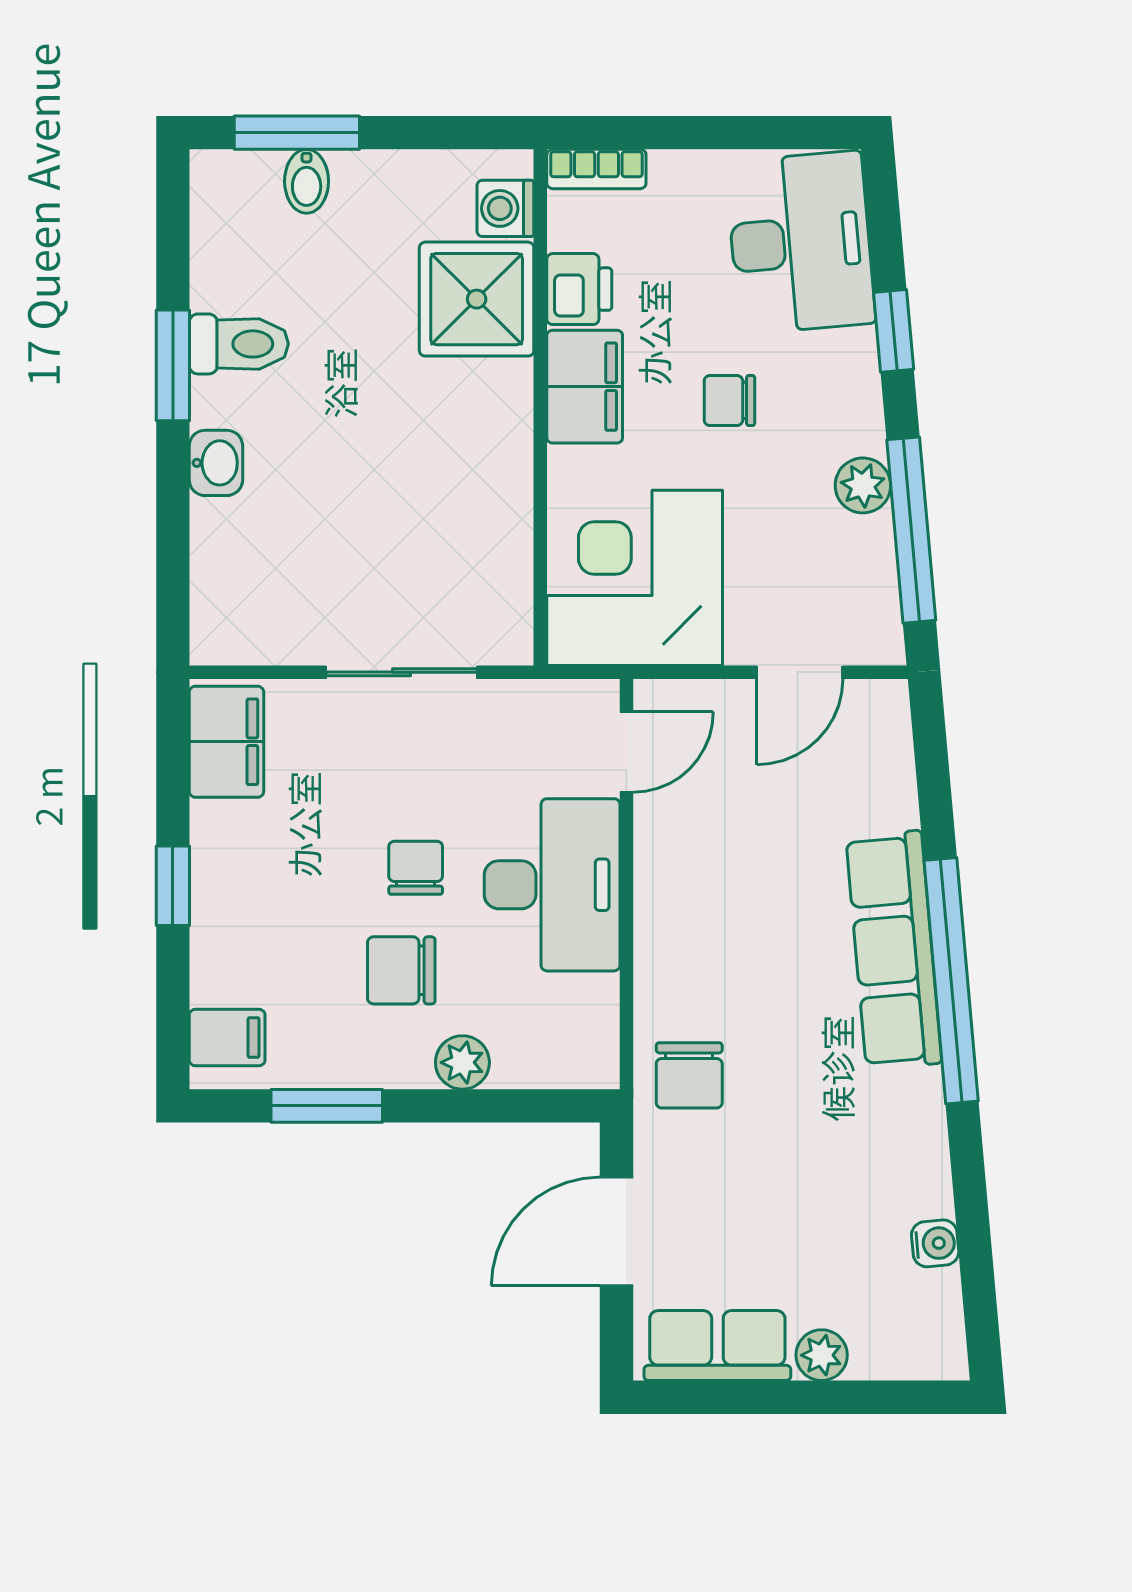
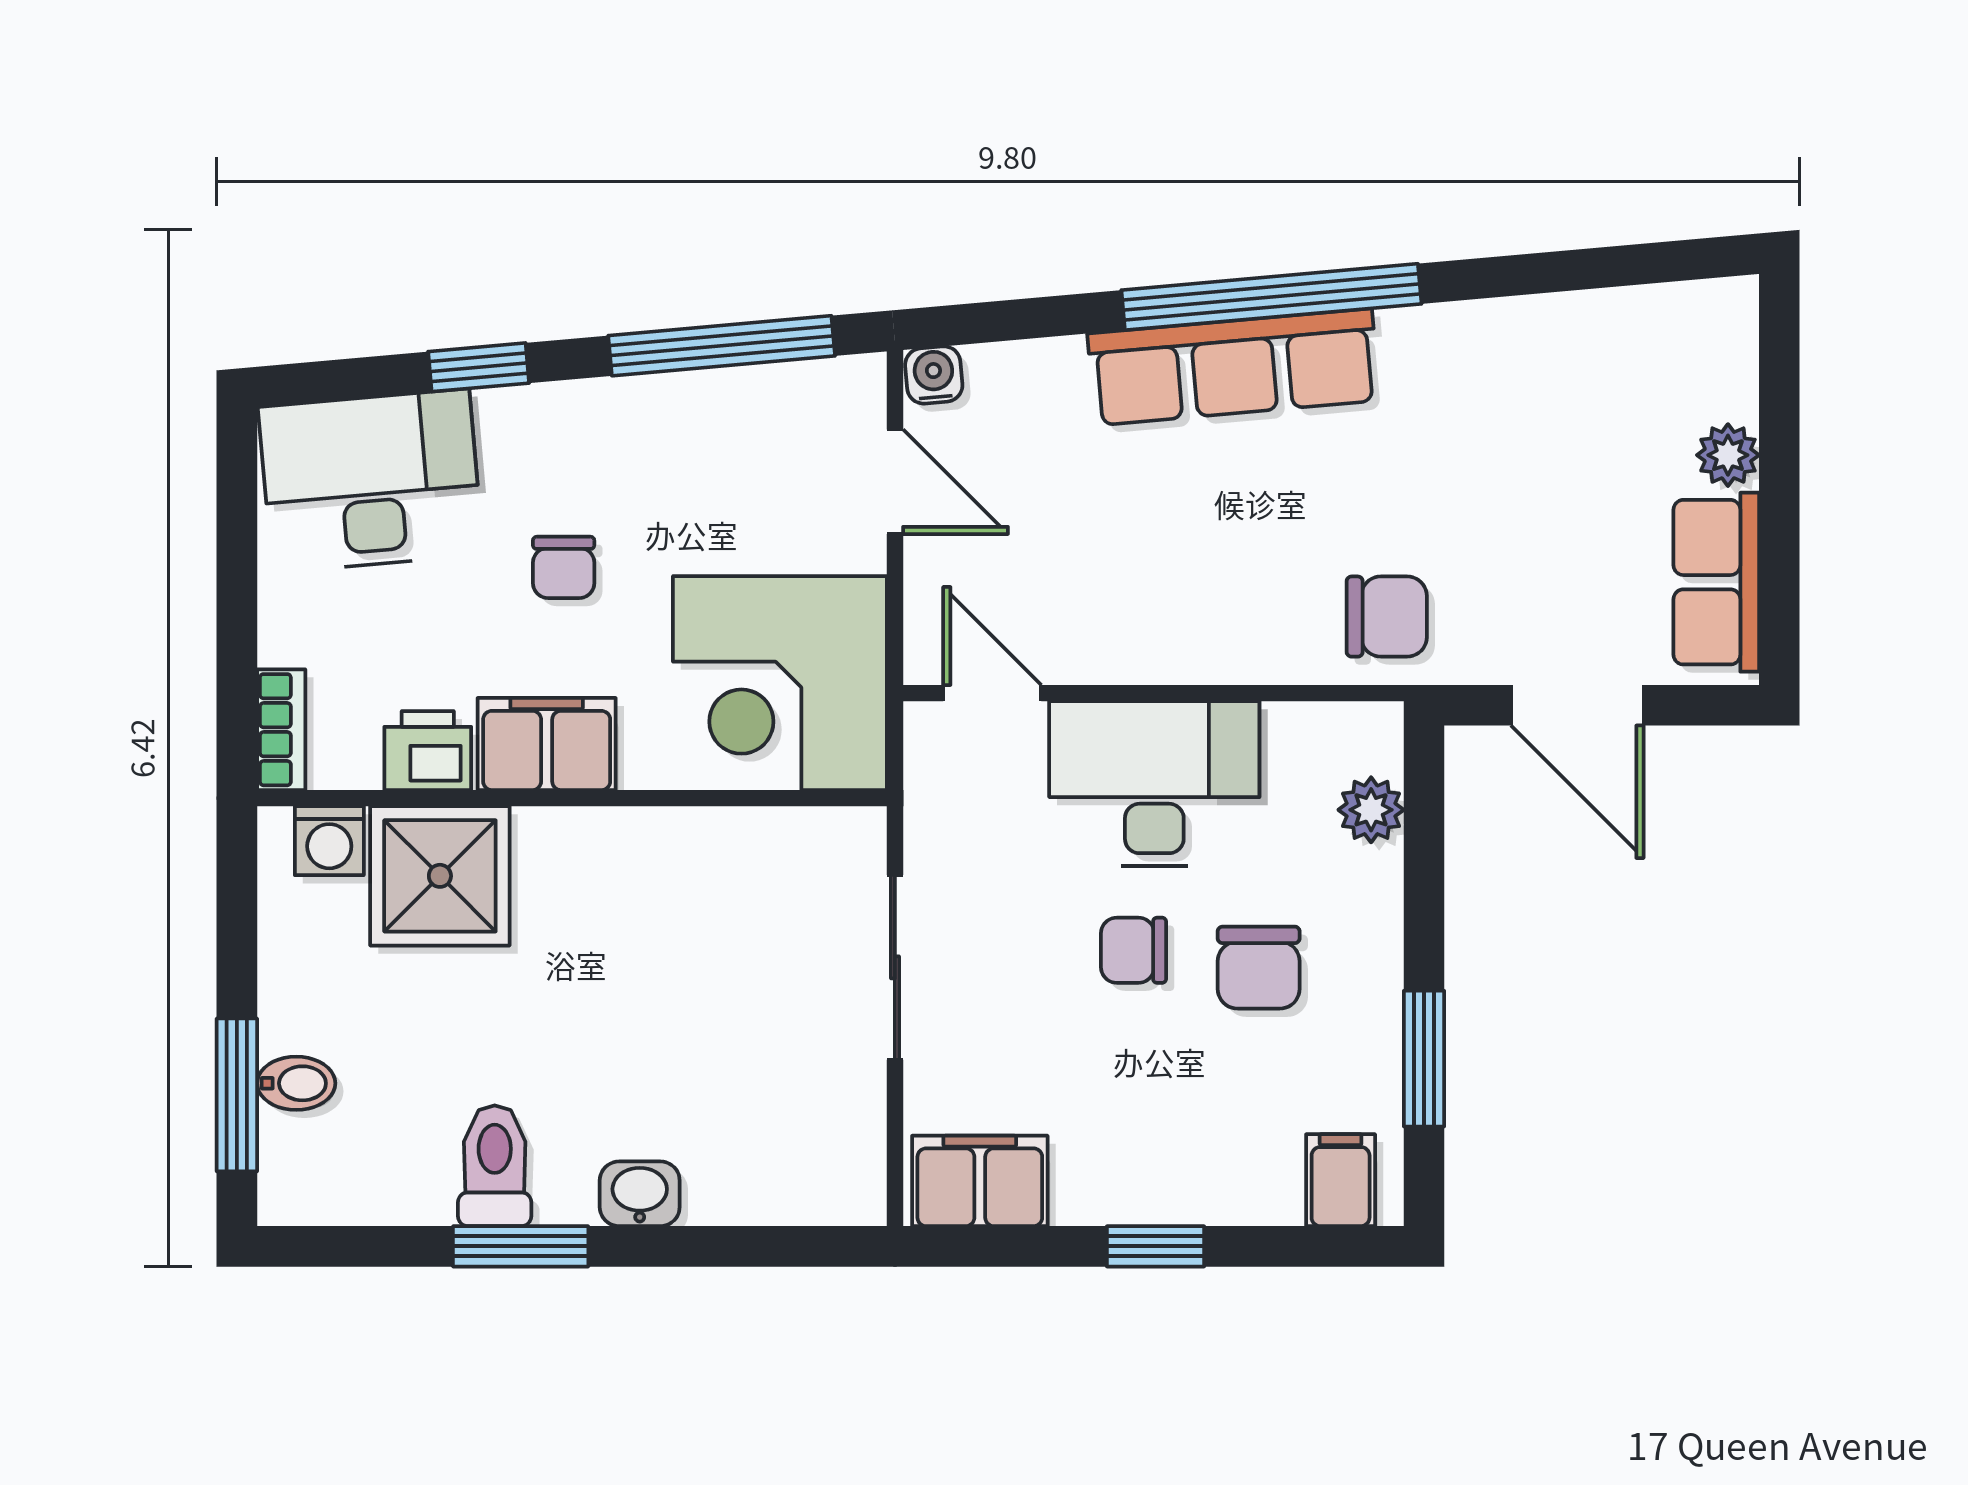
plant: (863, 485) -> (667, 405), removed
plant: (462, 1062) -> (1371, 810), moved
water cooler: (935, 1243) -> (934, 375), moved

